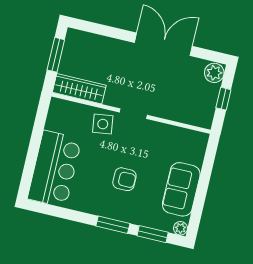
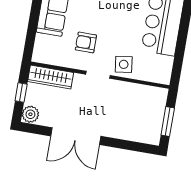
wardrobe: (79, 89) -> (51, 77), moved
armchair: (124, 179) -> (86, 42), moved

